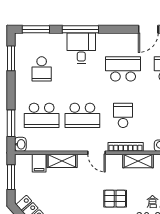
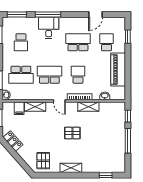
school desk: (82, 115) -> (49, 75), turned 180

